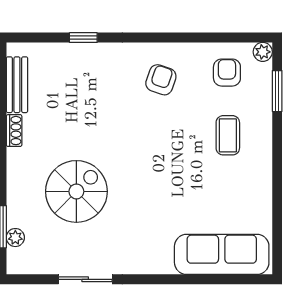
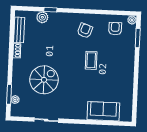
plant: (66, 55) -> (42, 17), added
coffee table: (228, 135) -> (91, 60), moved
sofa: (222, 254) -> (103, 111), width x0.73

